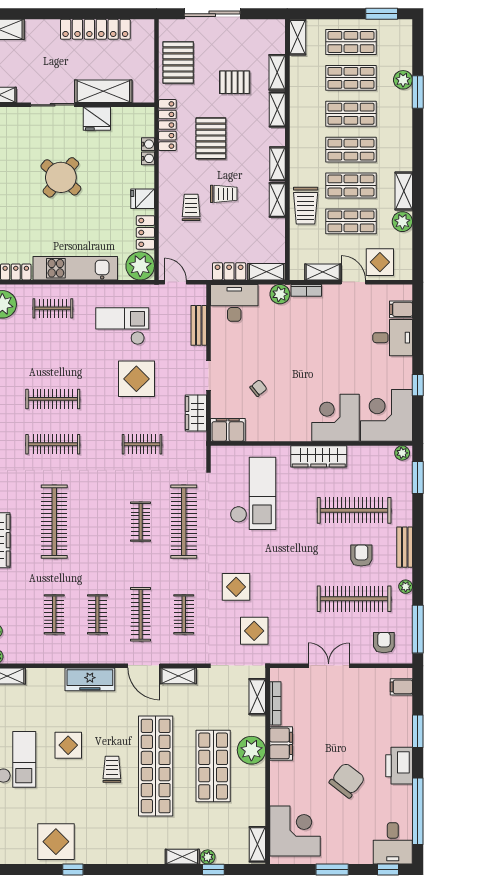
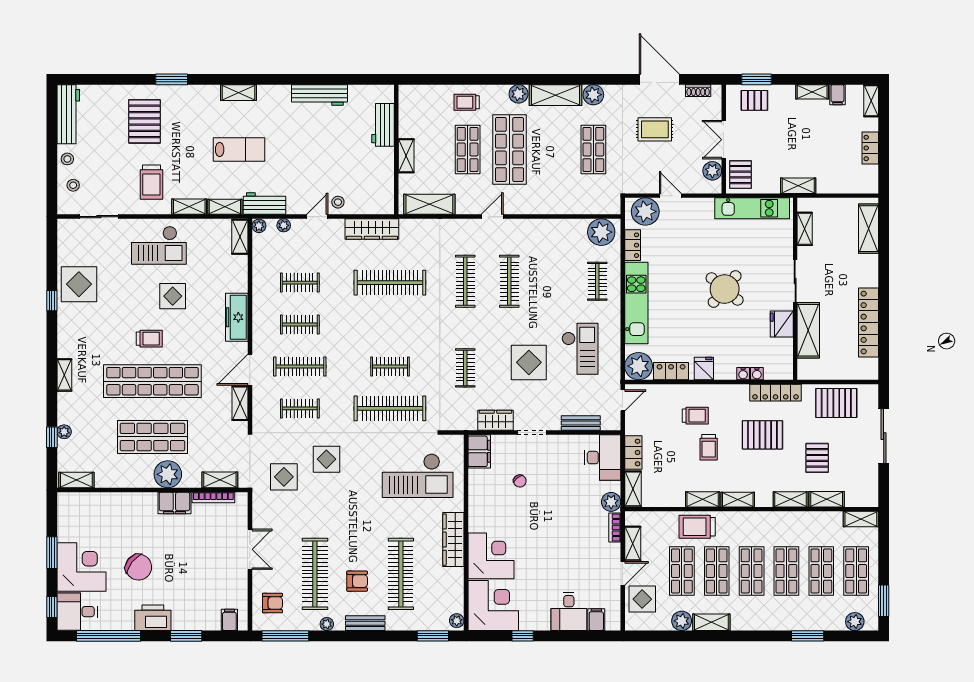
plant: (403, 80) -> (855, 622), moved
corner desk: (295, 831) -> (81, 567), moved, turned -90
shelving: (182, 857) -> (64, 375), moved

